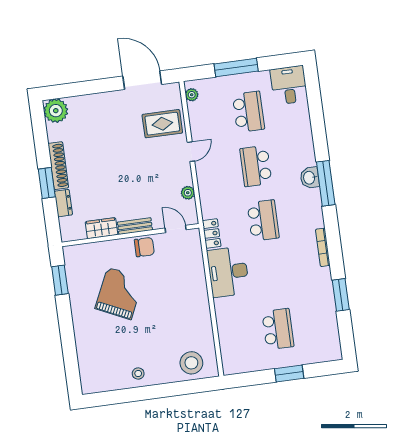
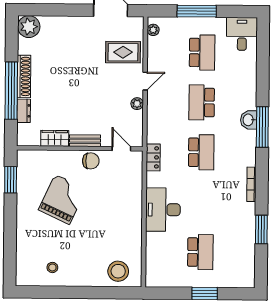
window: (47, 183) -> (11, 91), width x2.11
plant: (188, 193) -> (137, 104), moved
desk: (228, 272) -> (163, 210), moved
stool: (138, 373) -> (52, 267), moved

